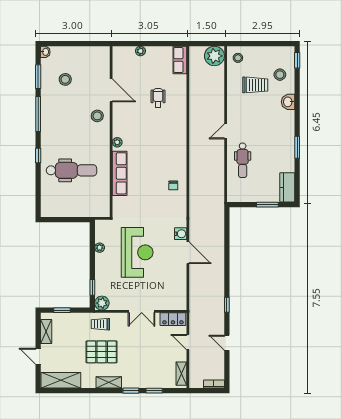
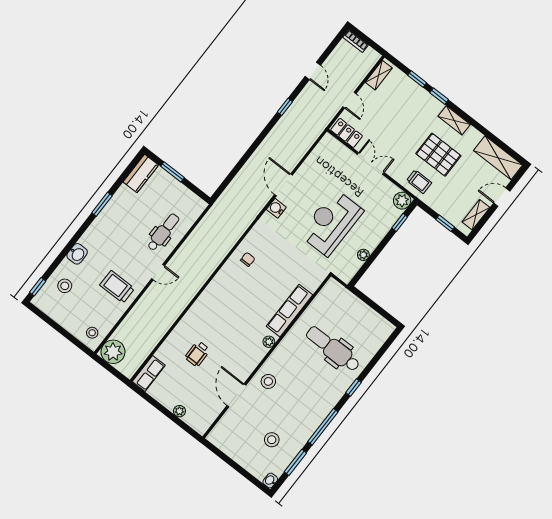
trolley: (255, 85) -> (117, 287), moved
door: (38, 356) -> (502, 197), swing flipped

